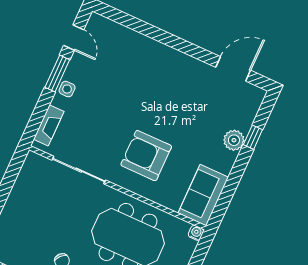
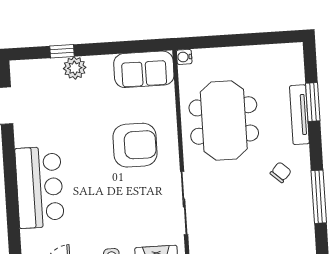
bar counter: (153, 61) -> (40, 187), added
armchair: (146, 156) -> (135, 145), turned -90

